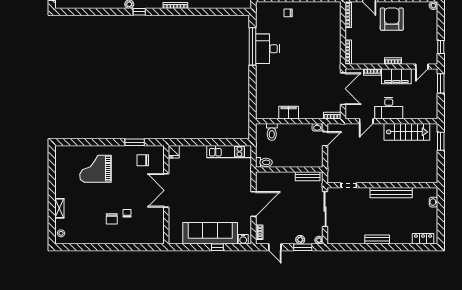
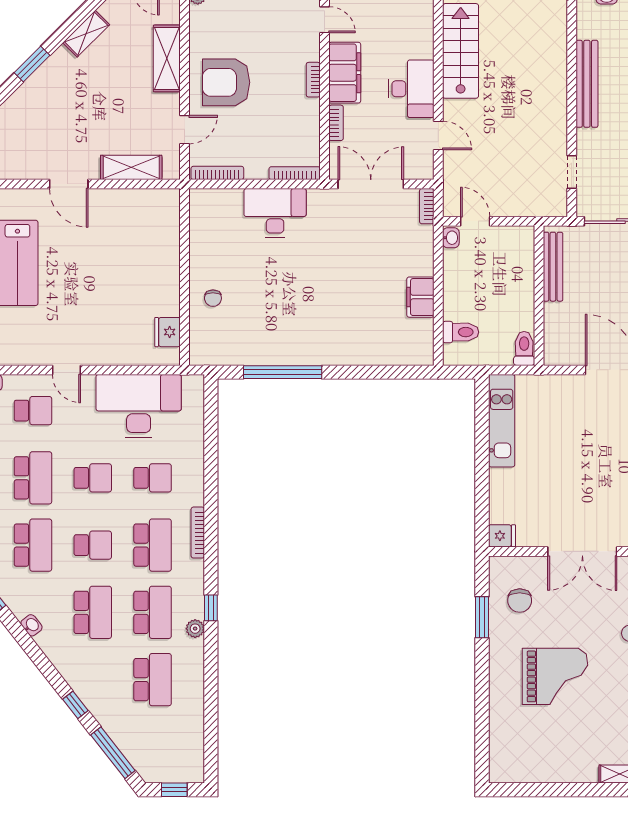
desk: (267, 49) -> (275, 213), moved, turned 180
grand piano: (96, 169) -> (555, 676), moved, turned -90
bench: (308, 176) -> (553, 267), width x1.36

